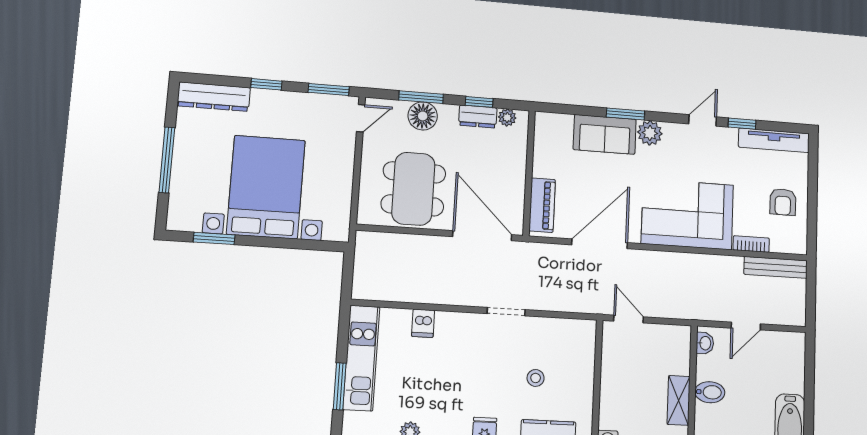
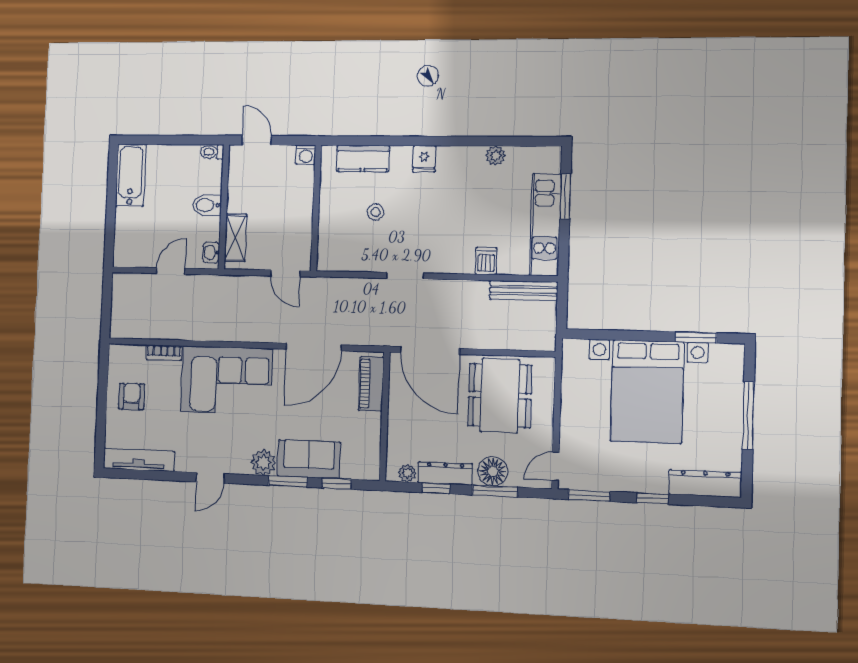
dresser: (478, 117) -> (445, 473), width x1.44
window: (742, 124) -> (337, 484), moved
bench: (776, 267) -> (524, 290), moved
shelving: (679, 400) -> (235, 238), moved

